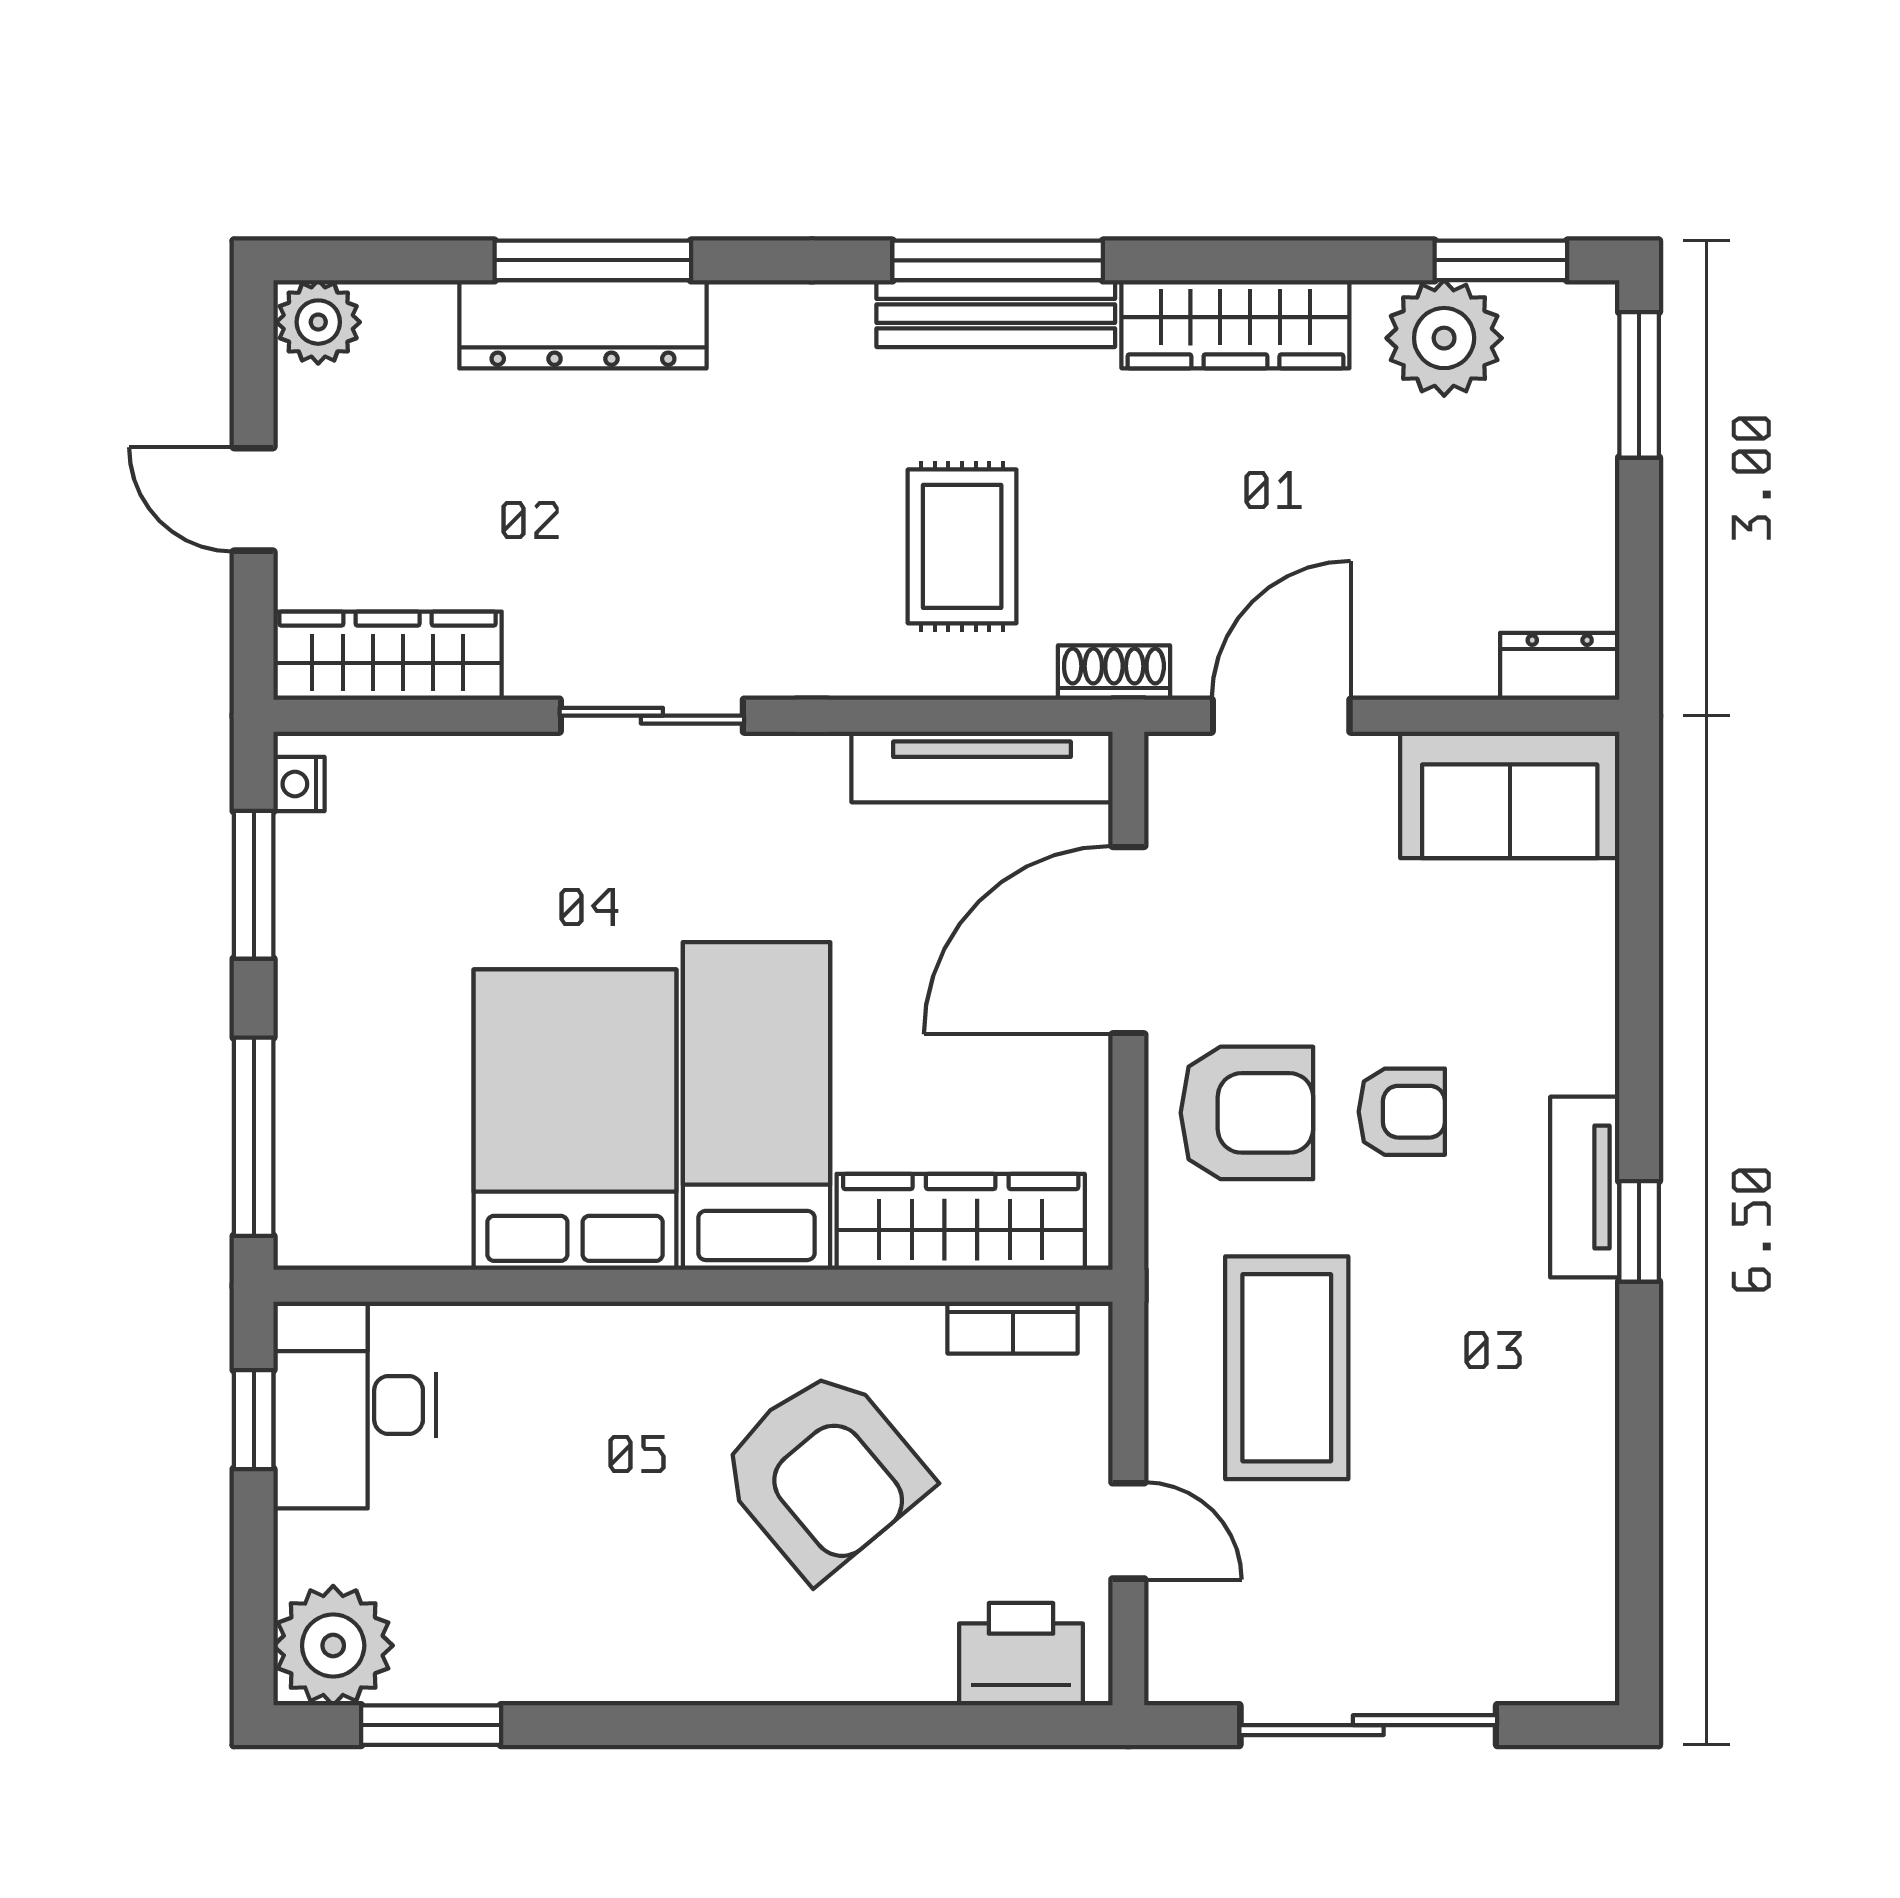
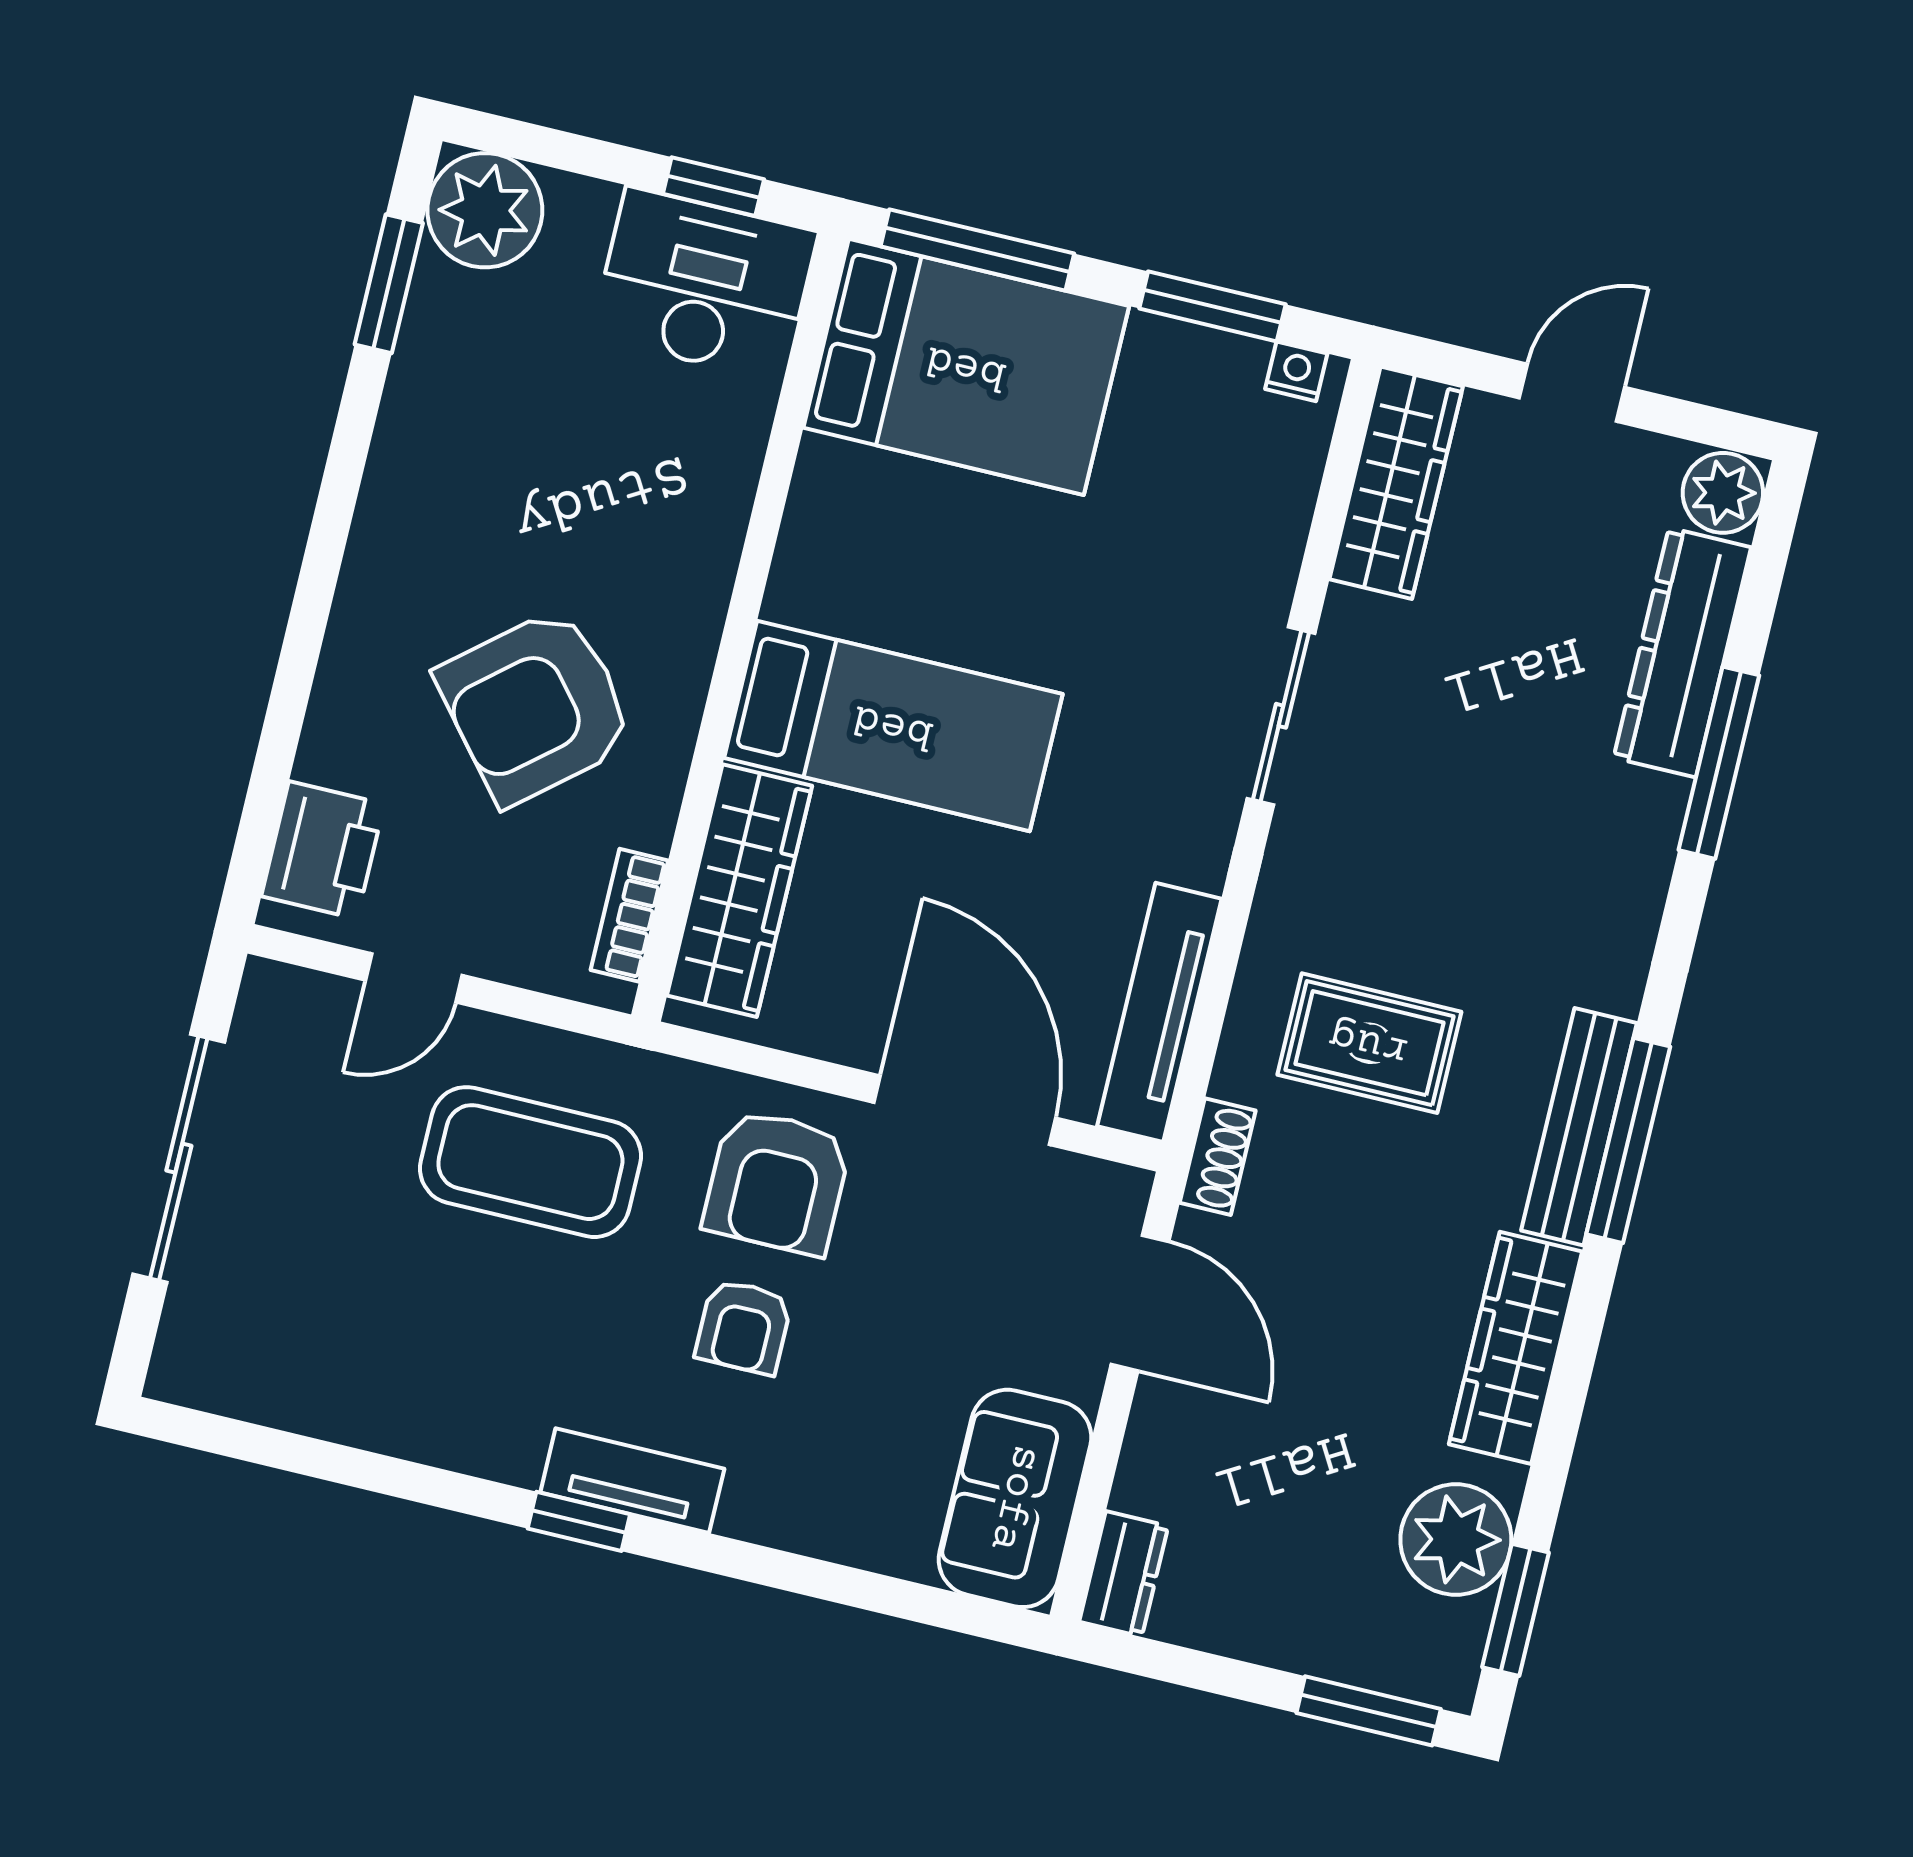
dresser: (583, 324) -> (1682, 653), moved
bed: (575, 1120) -> (966, 367), moved

